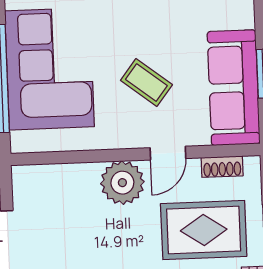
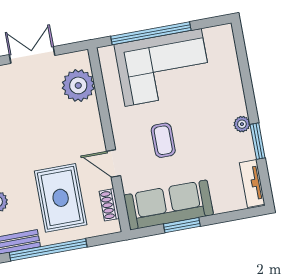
coffee table: (146, 83) -> (163, 140), turned -38
plant: (122, 183) -> (78, 85), moved

